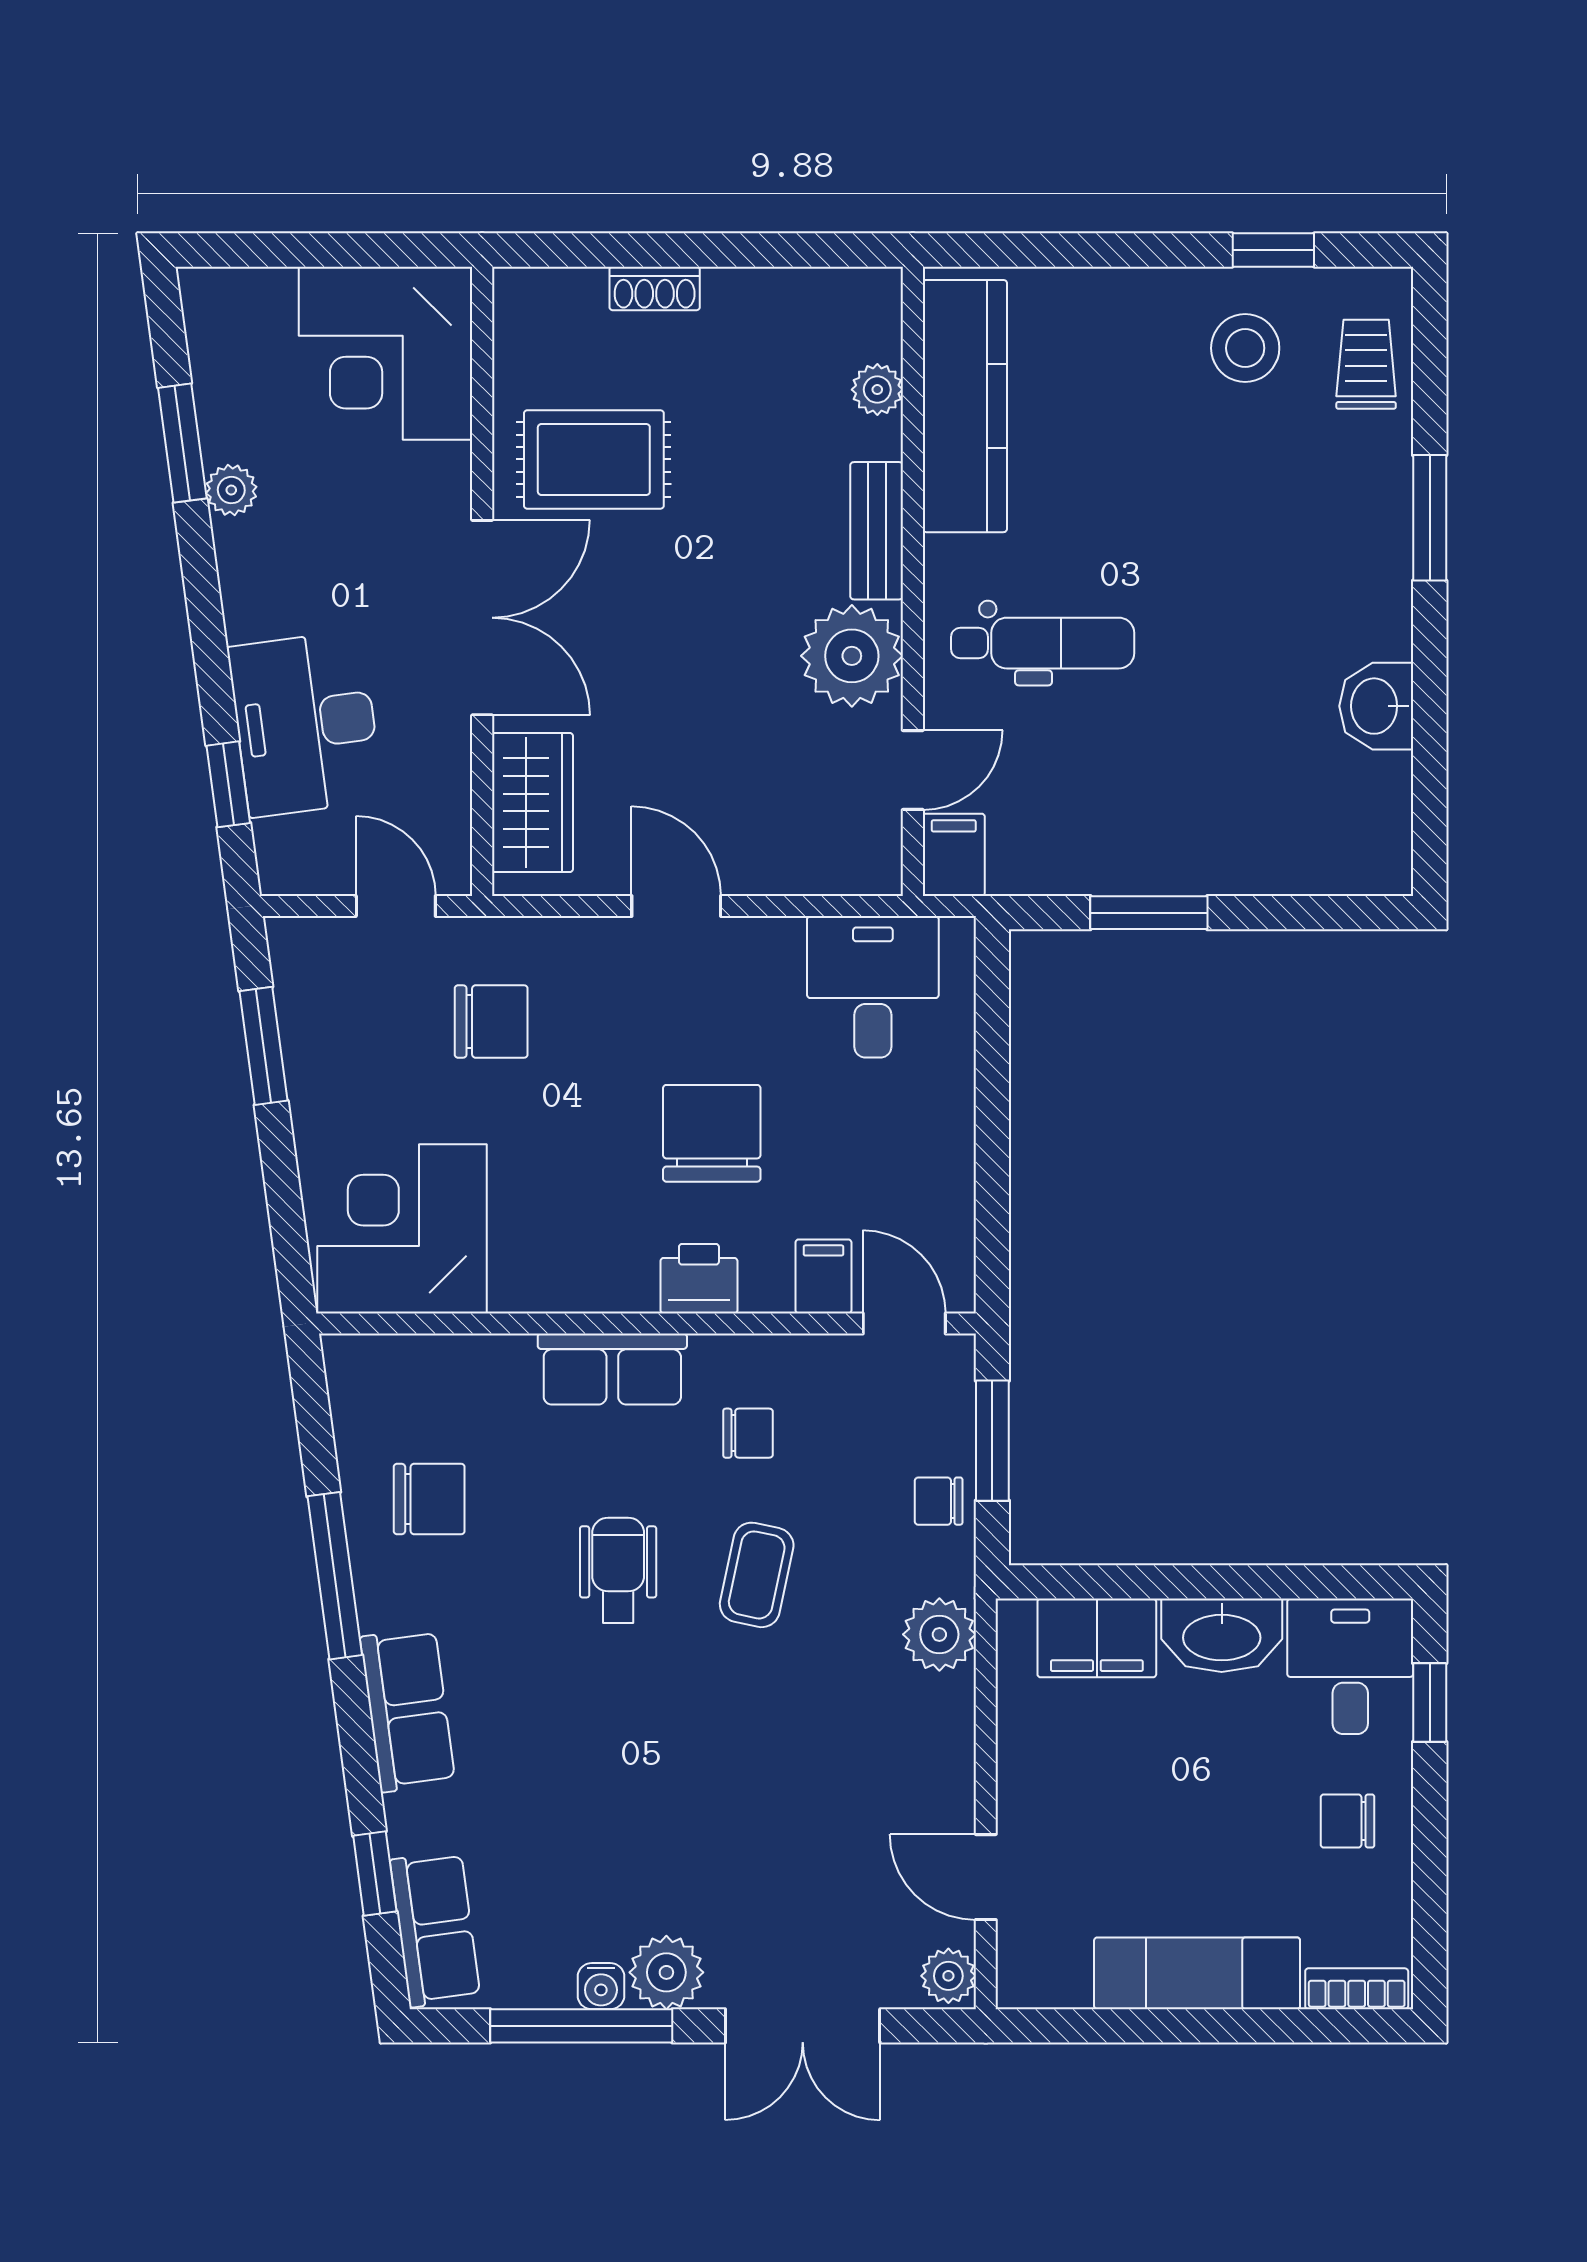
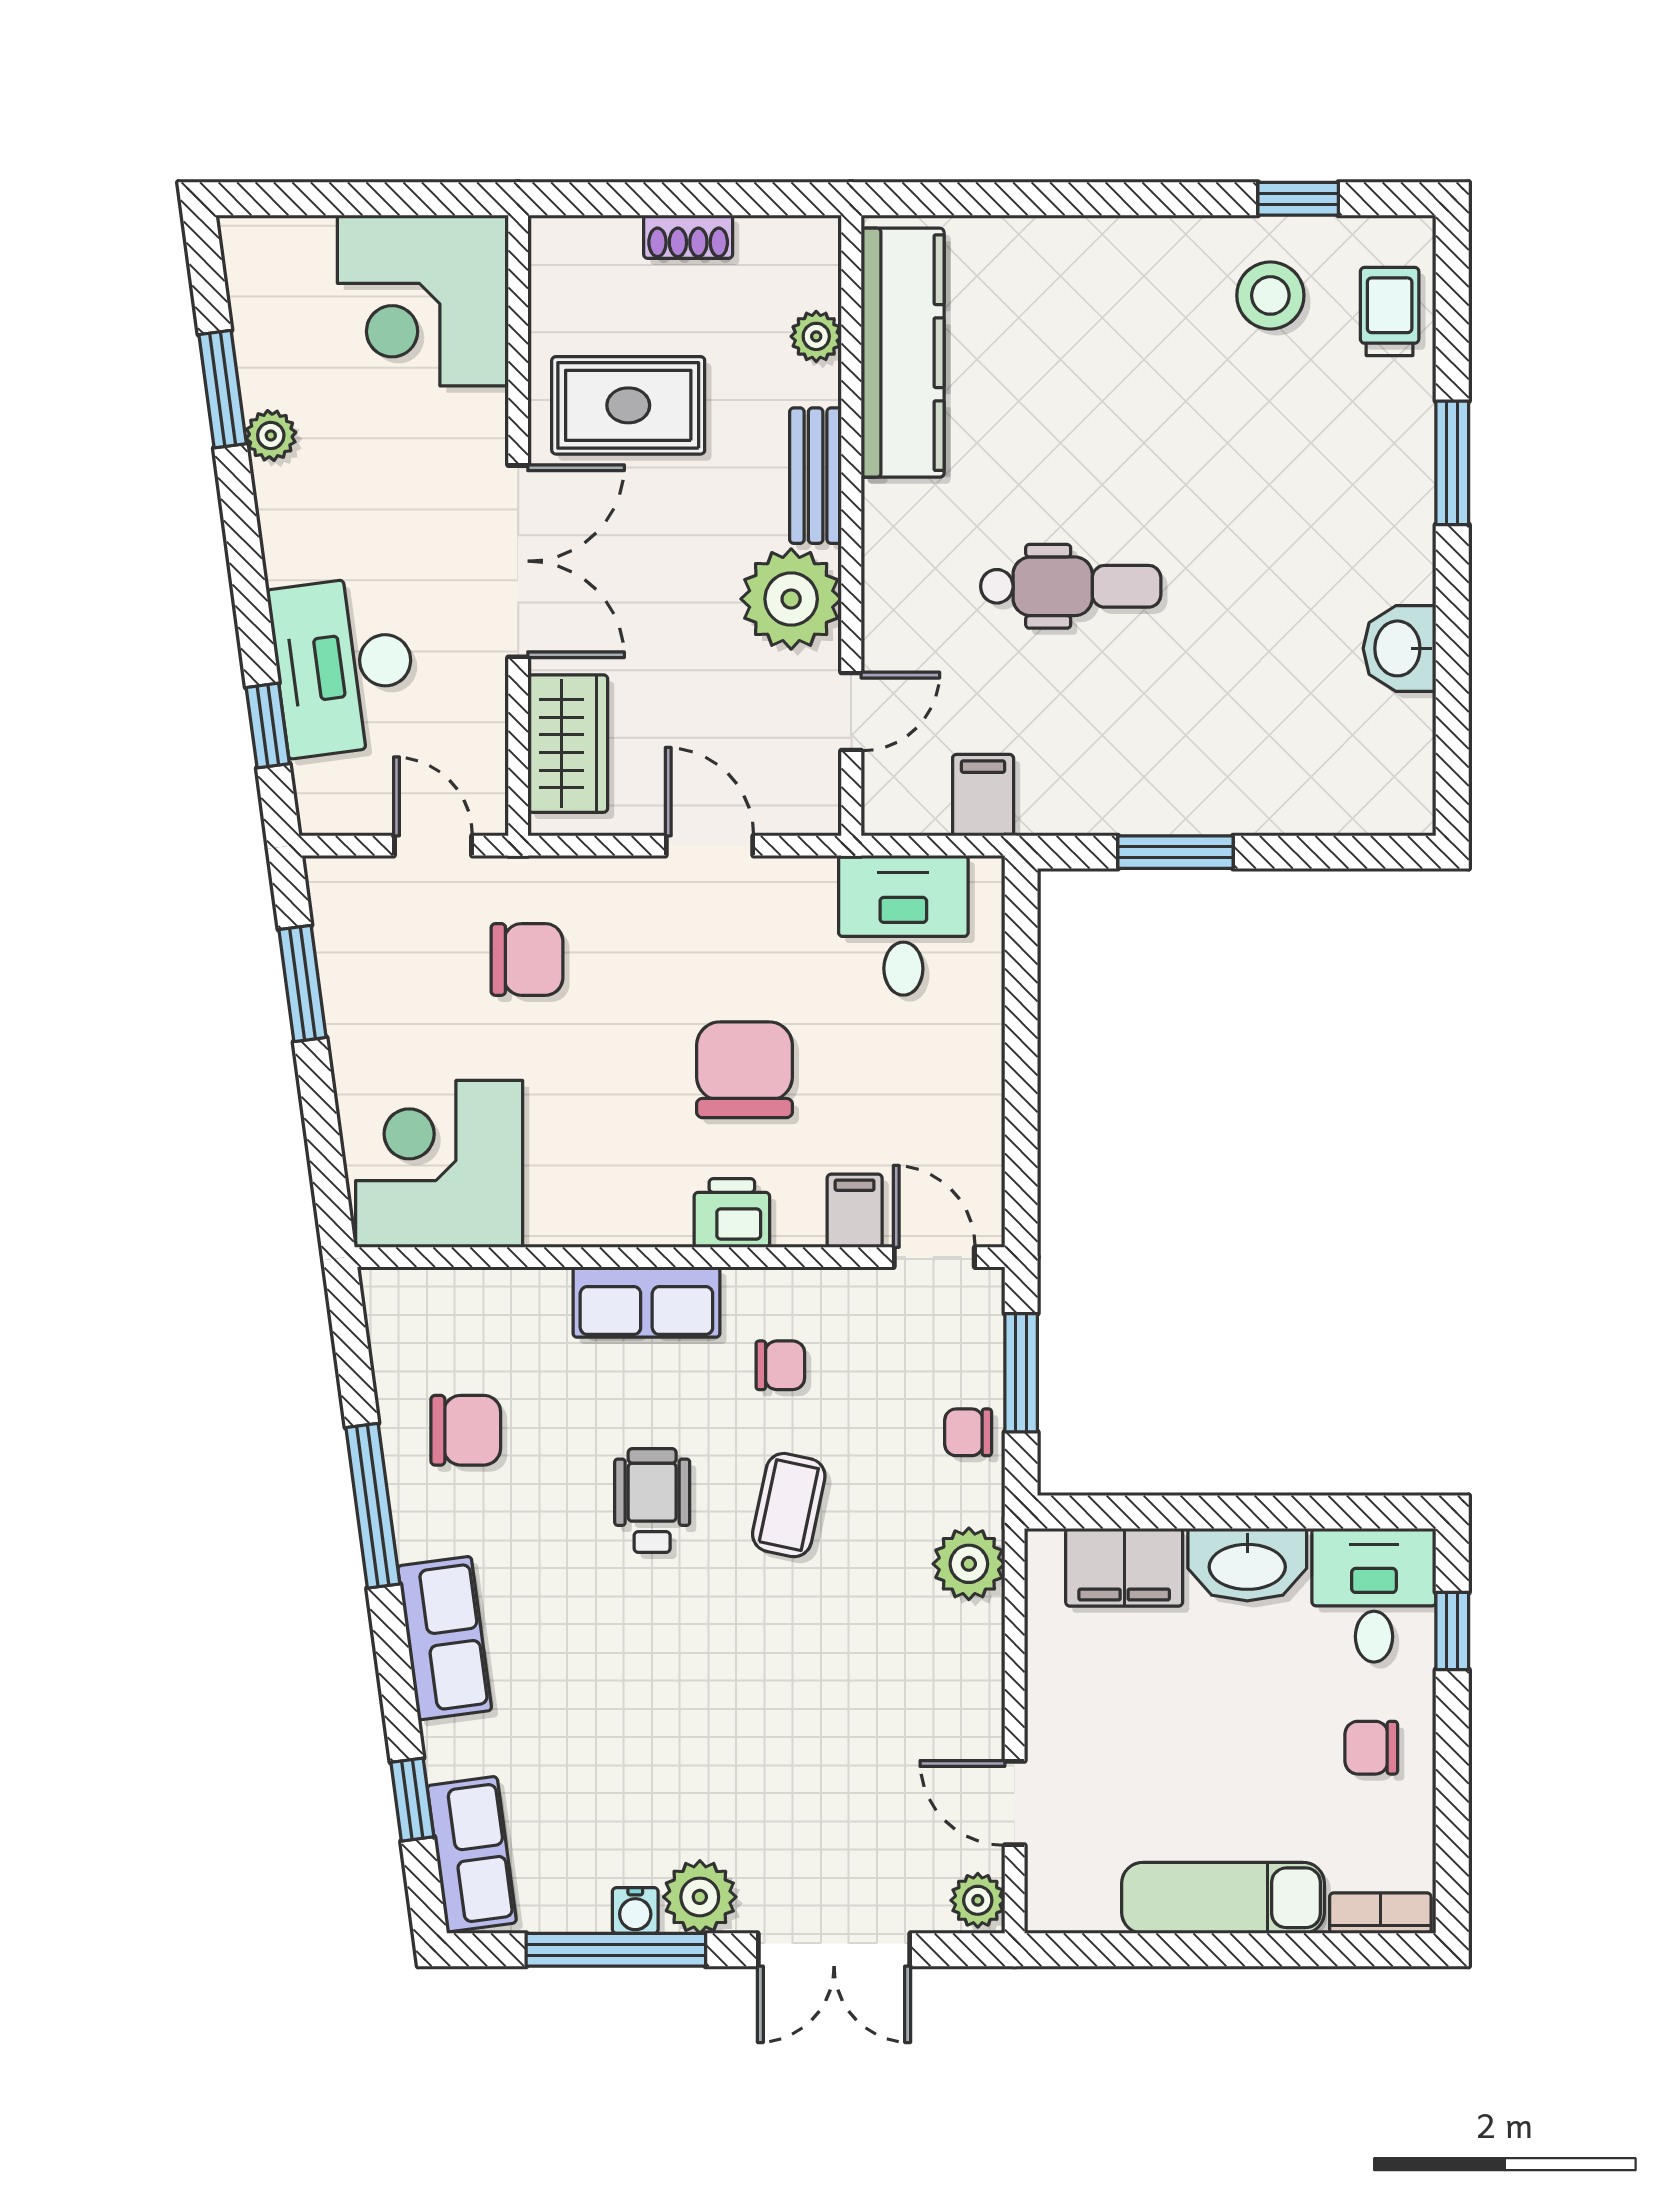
plant: (877, 390) -> (816, 336), moved
kitchen counter: (965, 406) -> (903, 353), moved
bench: (877, 531) -> (816, 476), moved
wall: (913, 581) -> (851, 525), moved
plant: (852, 656) -> (791, 599), moved
door: (913, 770) -> (851, 712), moved

